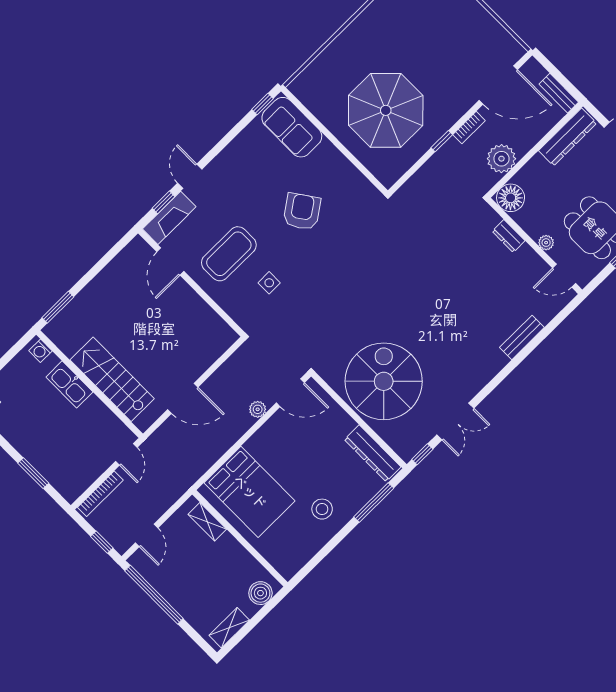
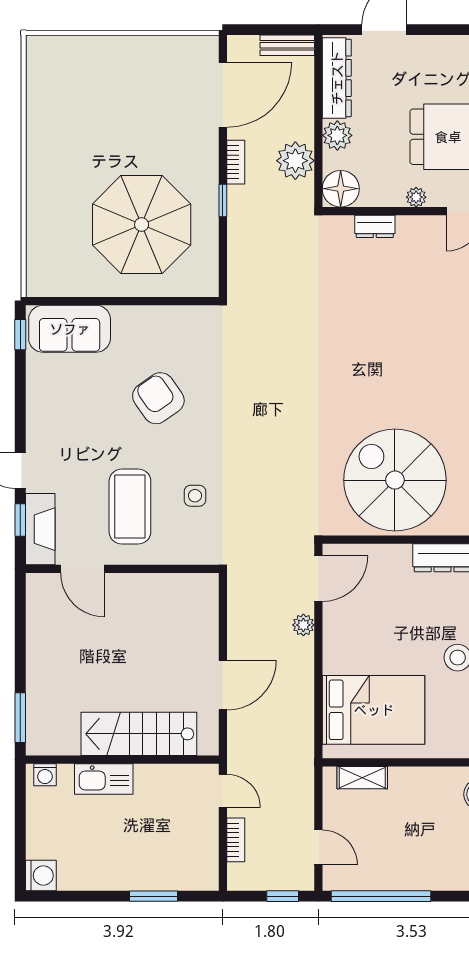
plant: (537, 168) -> (337, 135), added
bookcase: (100, 494) -> (236, 840), width x0.64

